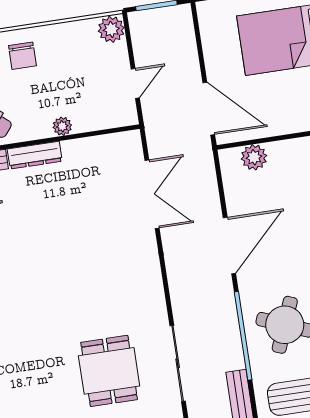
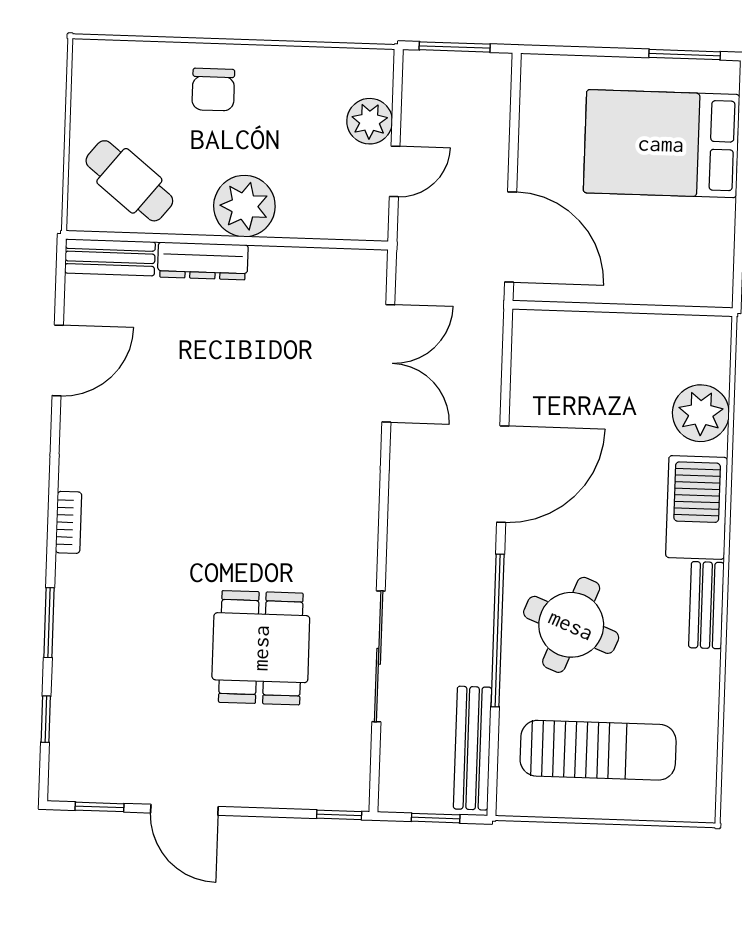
plant: (111, 29) -> (370, 121), moved
plant: (62, 126) -> (244, 206), width x1.88, depth x1.88
plant: (254, 157) -> (572, 333), removed

